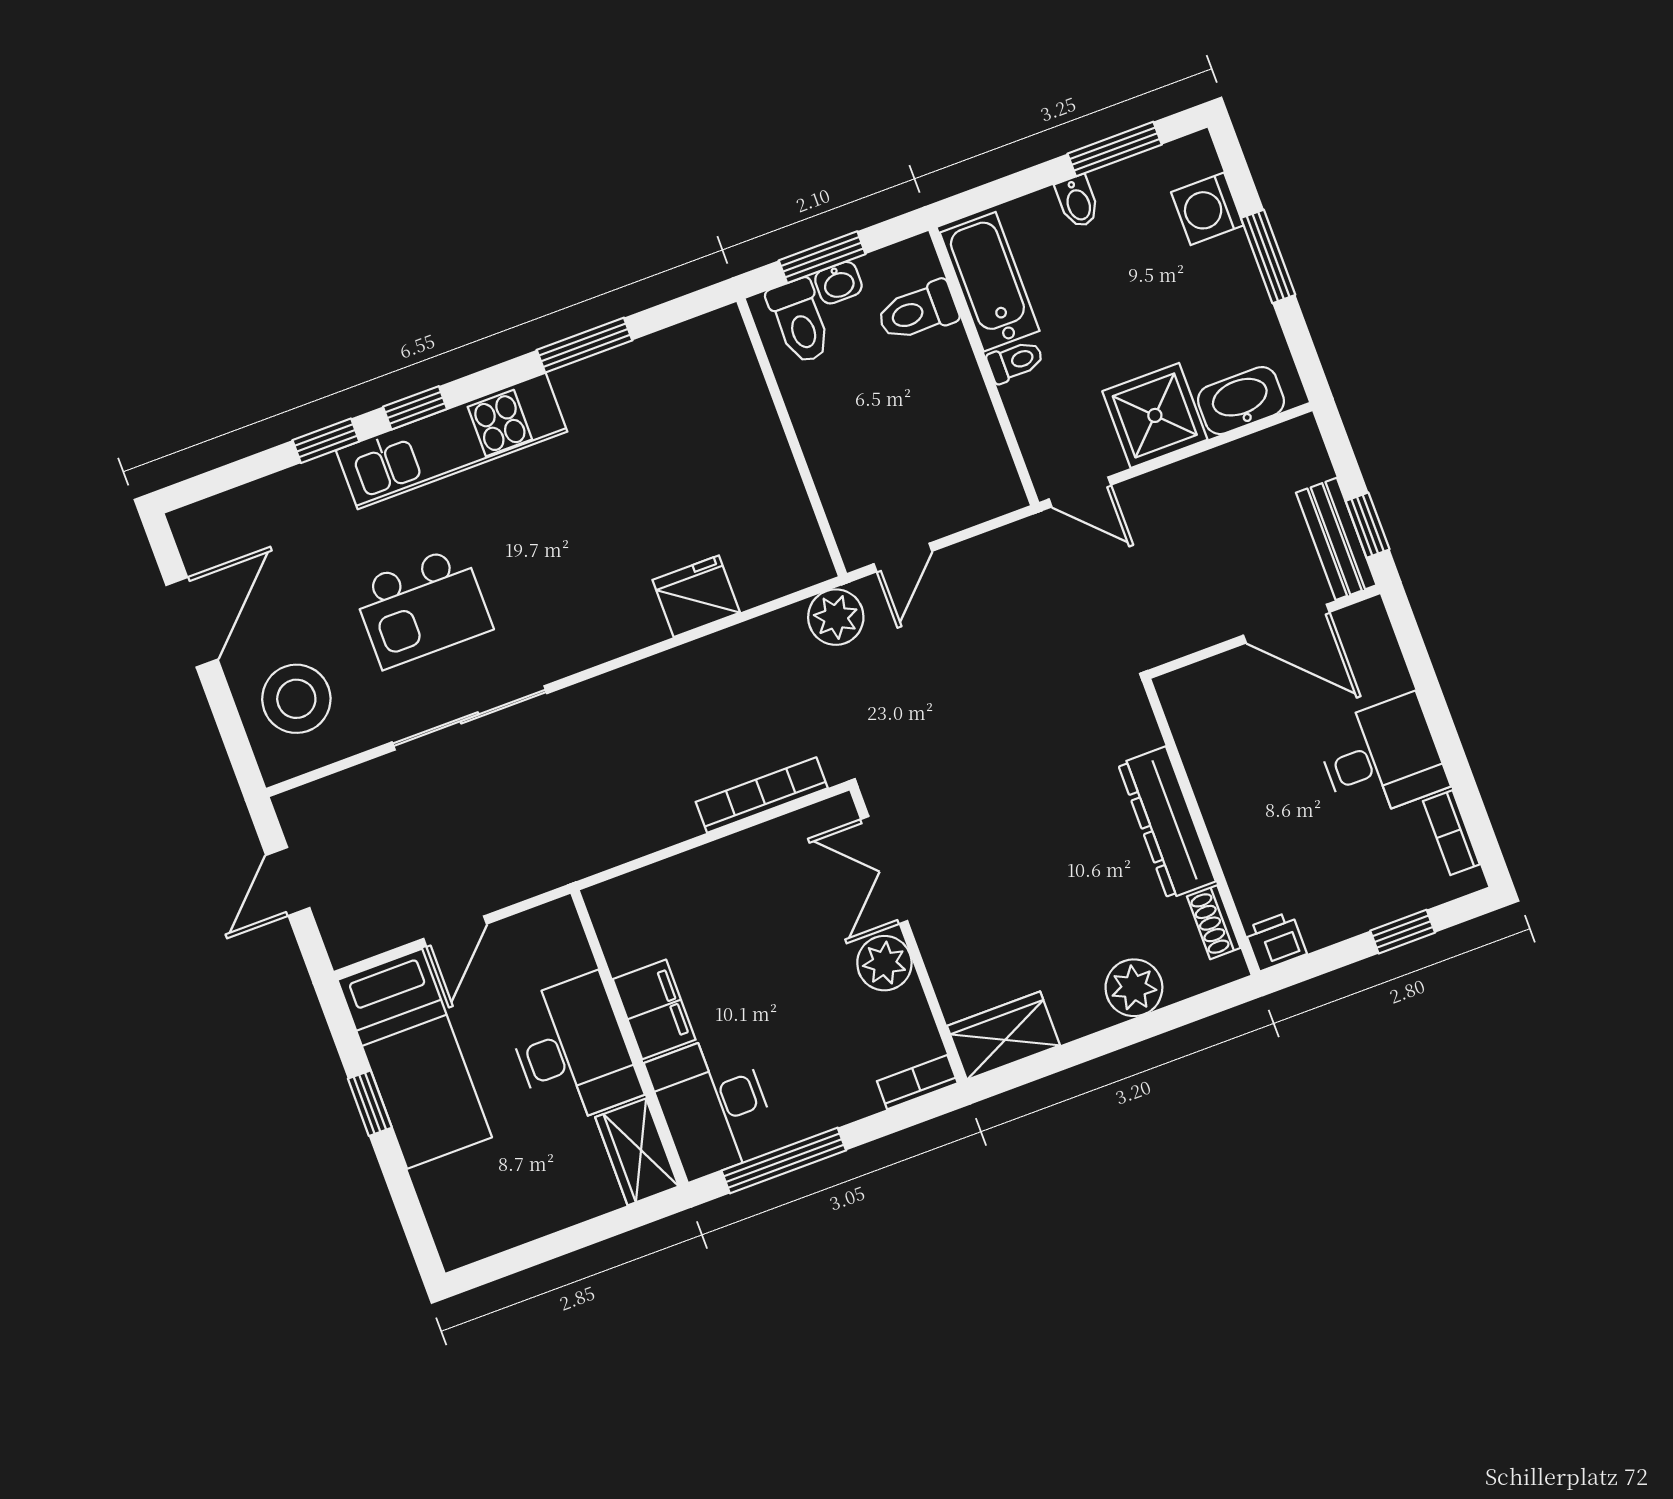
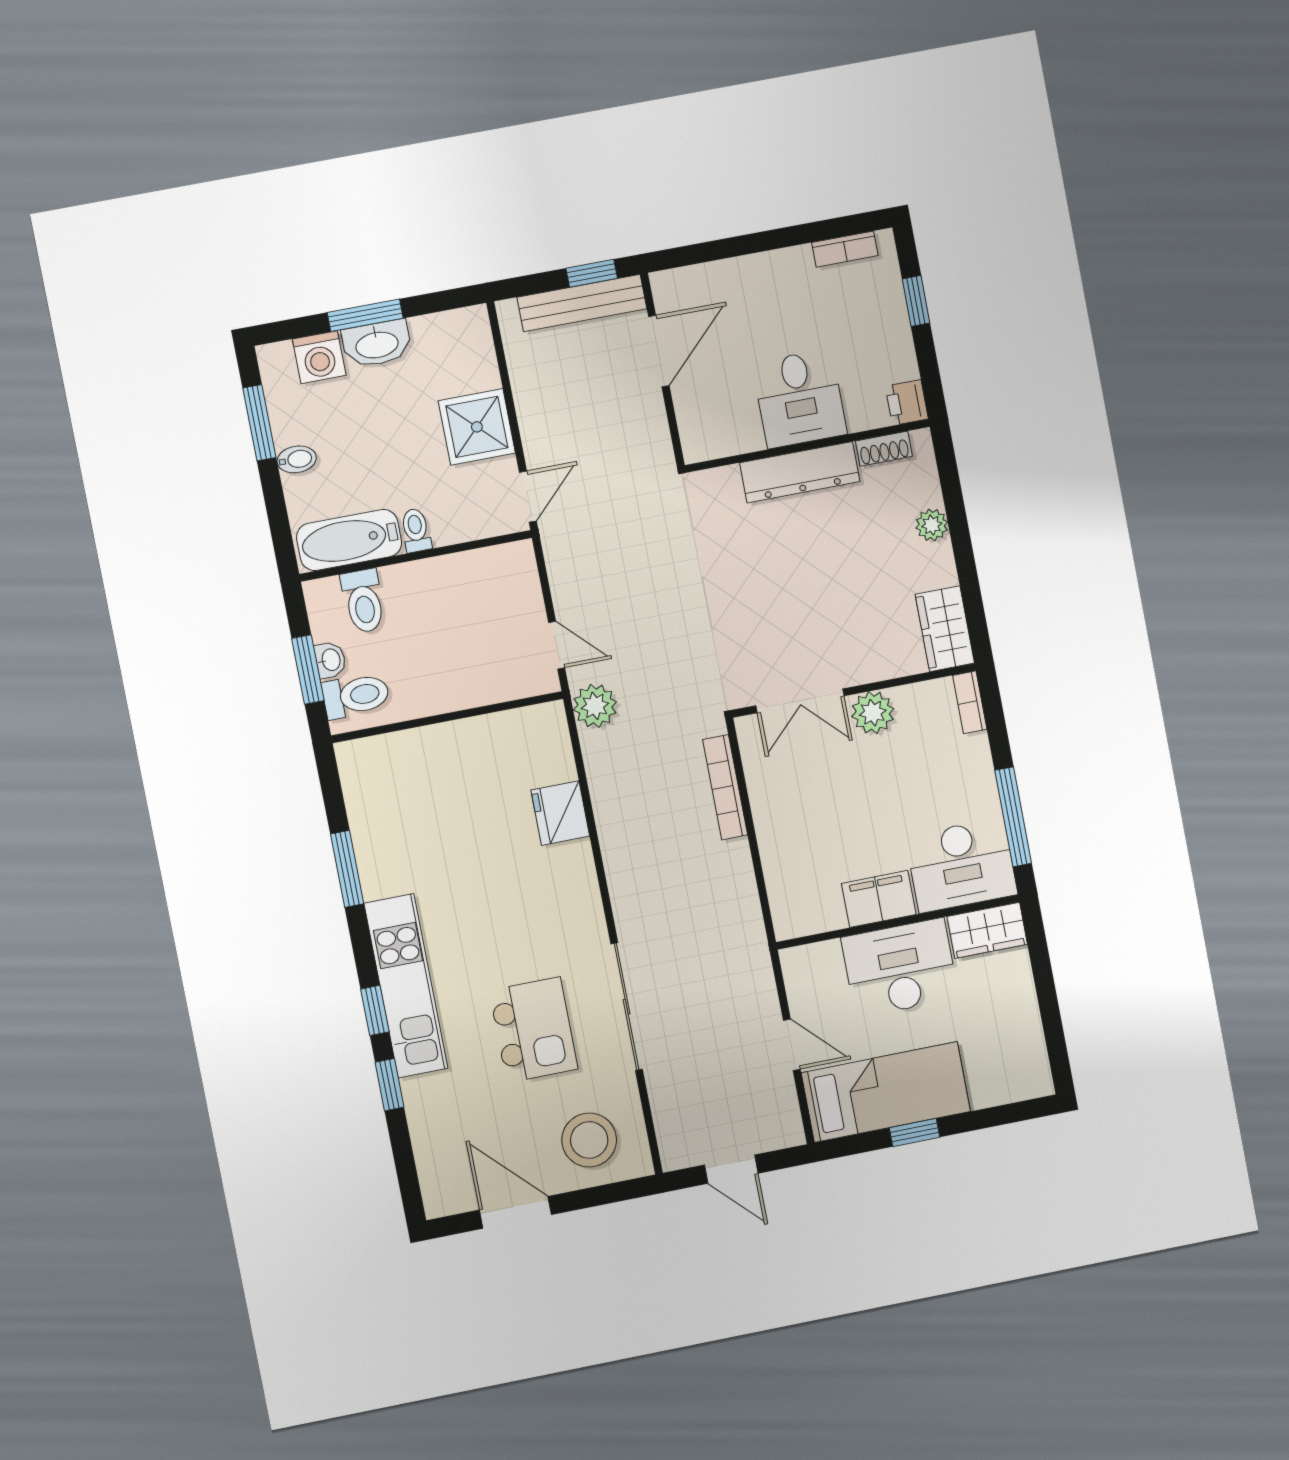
washbasin: (1241, 401) -> (377, 344), moved, turned -90
bench: (1336, 539) -> (582, 303), width x1.36
desk: (1382, 758) -> (800, 398), moved, turned 180
plant: (1134, 988) -> (932, 525), width x0.73, depth x0.73

